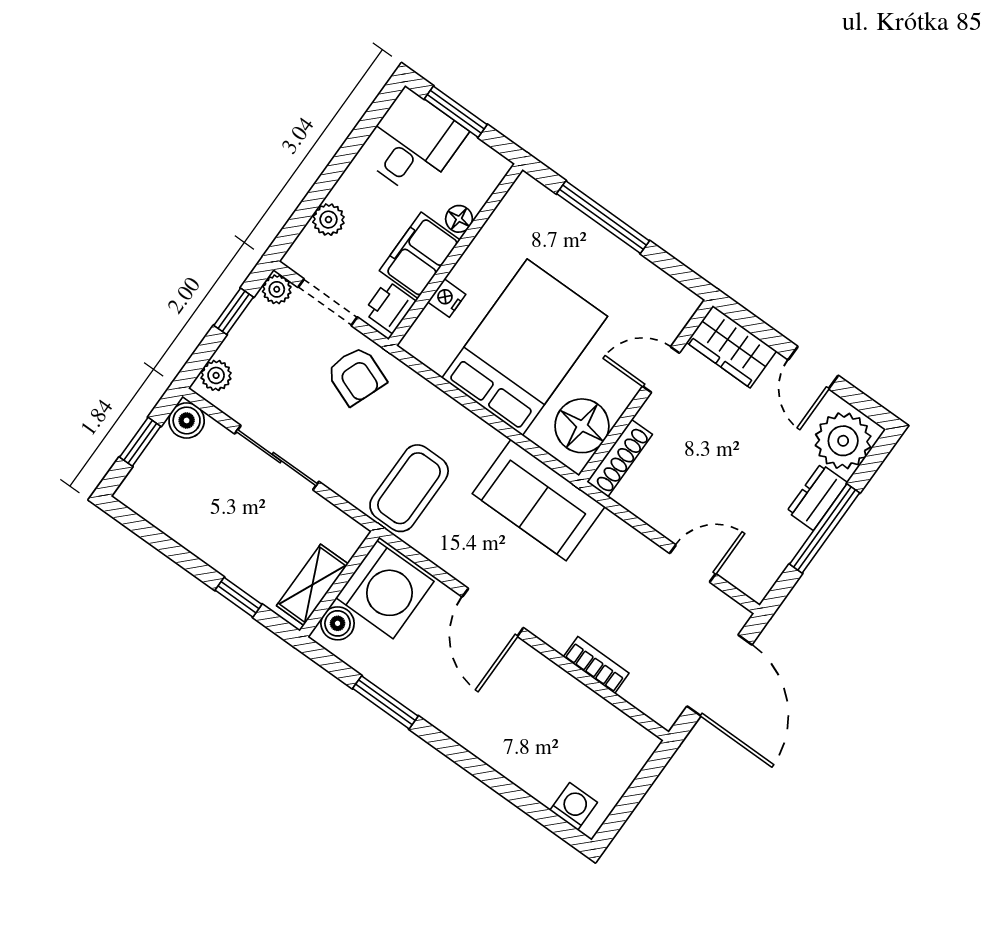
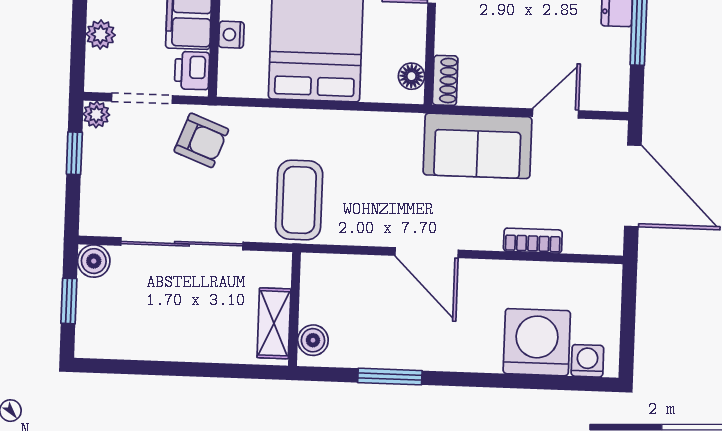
plant: (216, 375) -> (93, 211), removed
floor lamp: (582, 426) -> (411, 76), width x0.53, depth x0.53
sliding door: (277, 458) -> (182, 244), width x1.37
shoe rack: (620, 458) -> (445, 80), width x0.70
sofa: (539, 500) -> (478, 146), moved
washing machine: (385, 590) -> (537, 342), moved, turned -90
window: (238, 597) -> (224, 370), removed

